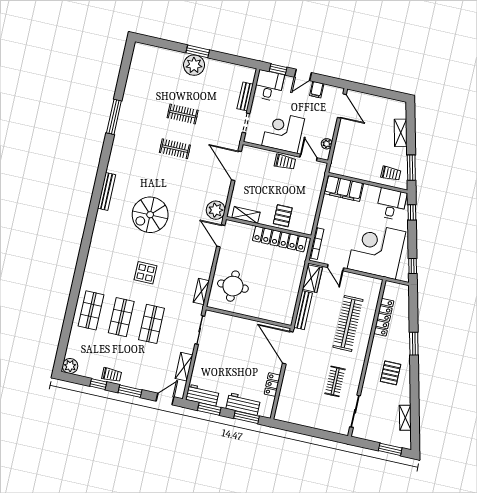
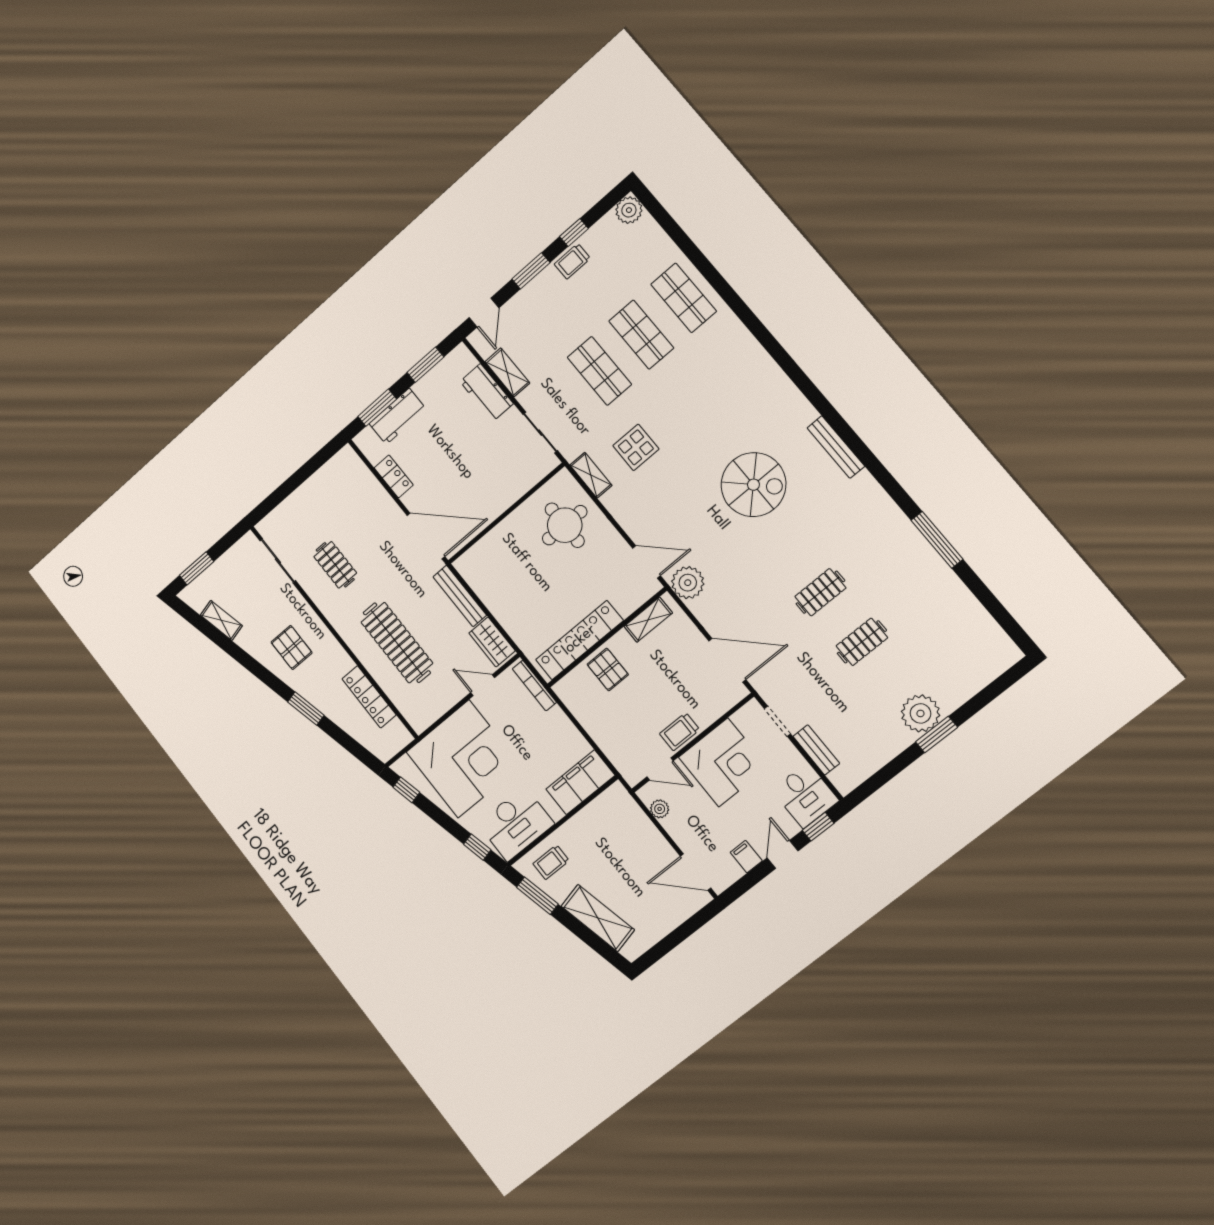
shelving: (401, 133) -> (598, 918), width x1.50, depth x1.33
desk: (391, 204) -> (516, 824), width x1.37
spiral stairs: (150, 215) -> (753, 485), turned 90
display table: (145, 273) -> (636, 447), moved
workbench: (202, 395) -> (487, 393), moved, turned 90

